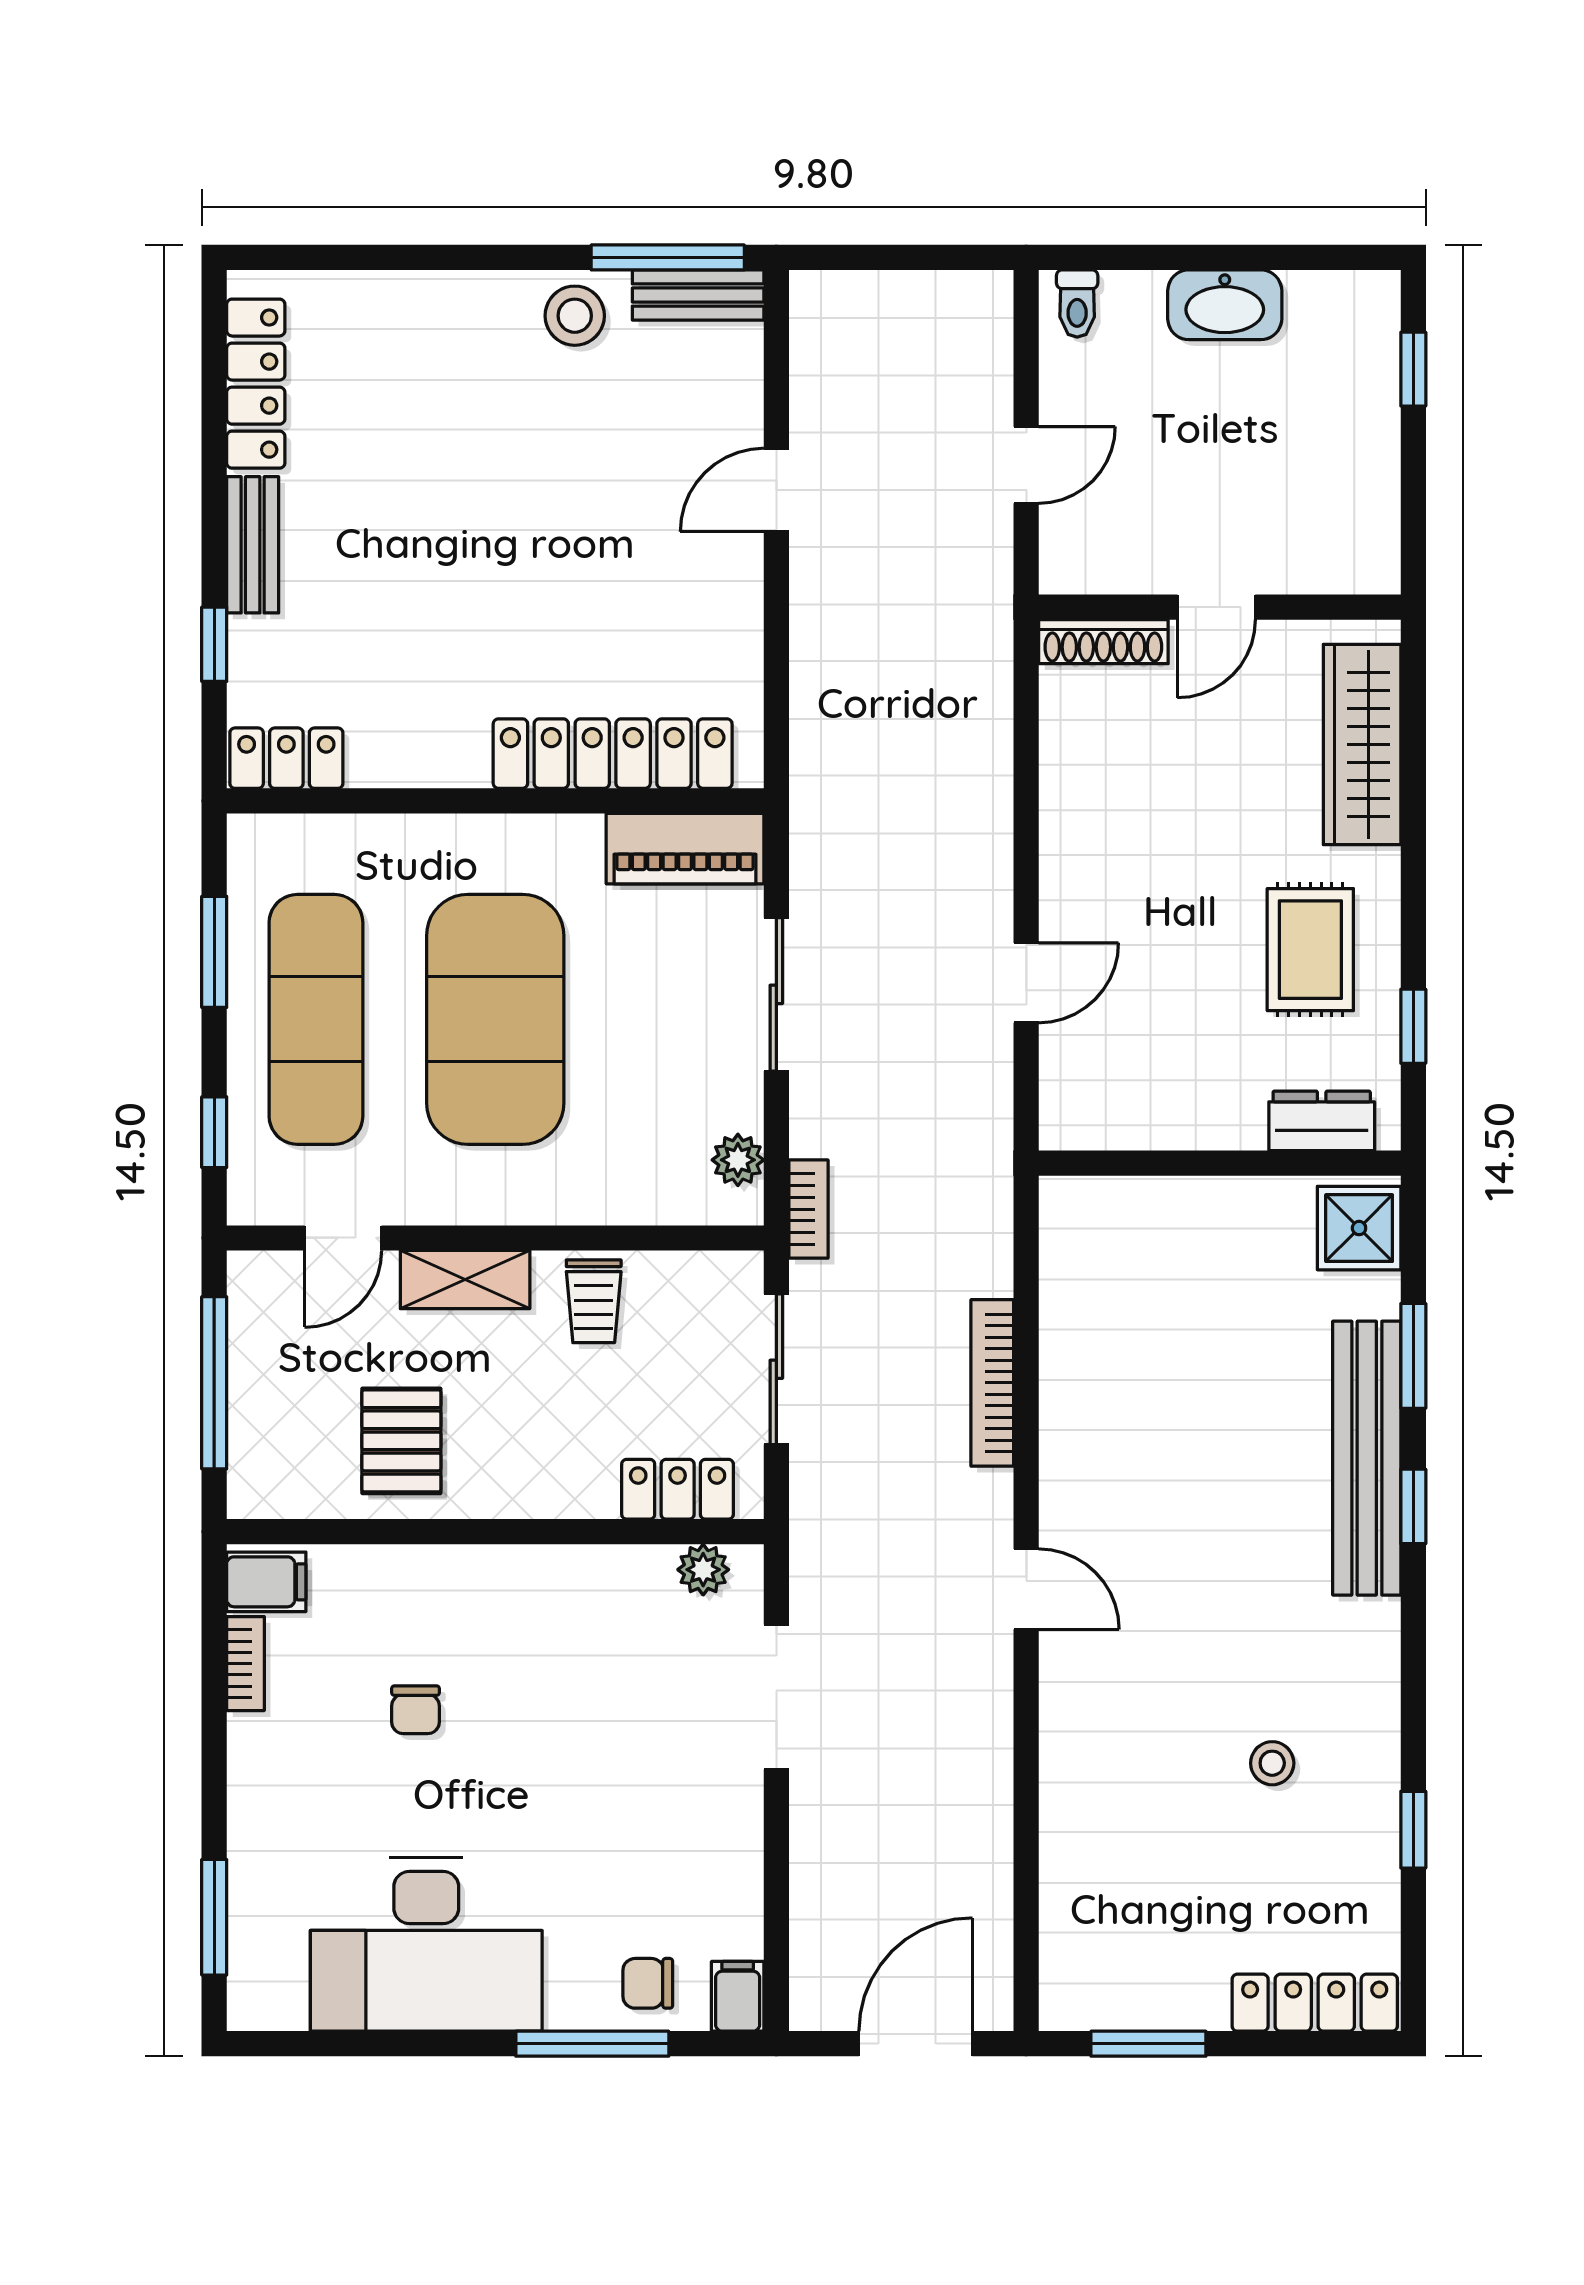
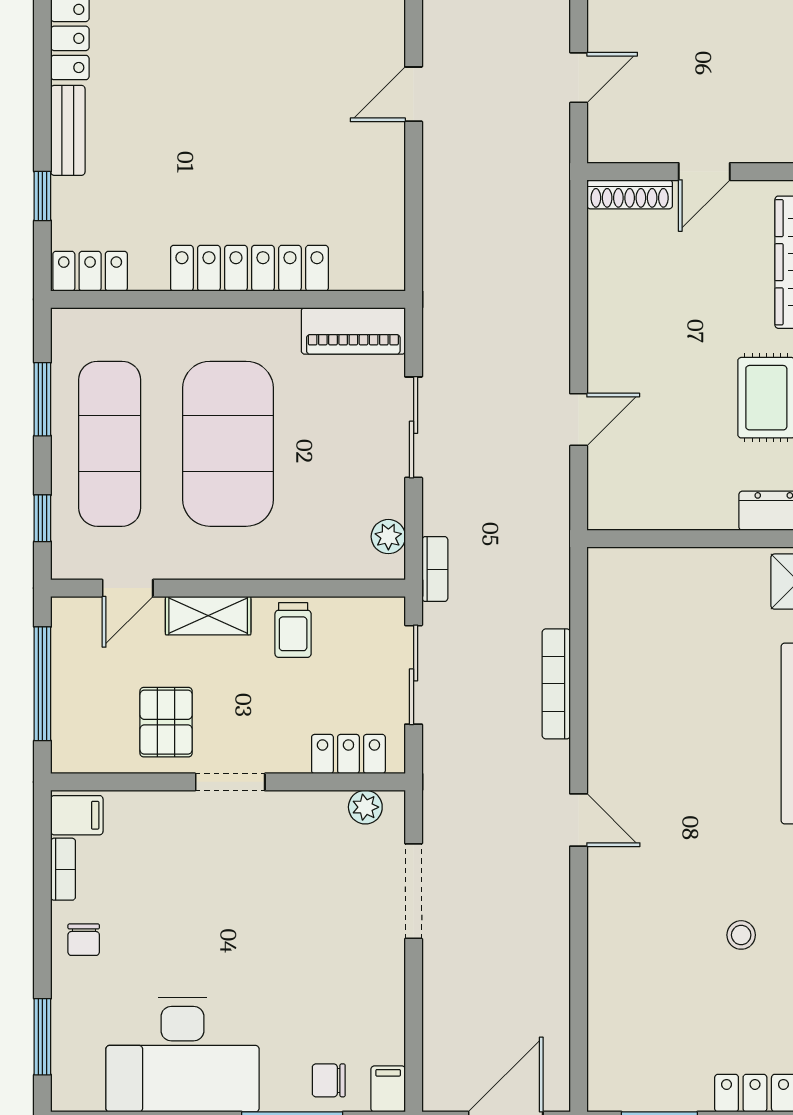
locker: (613, 754) -> (249, 268), moved
doorway: (498, 1532) -> (230, 782), added
chair: (416, 1710) -> (84, 940), moved

